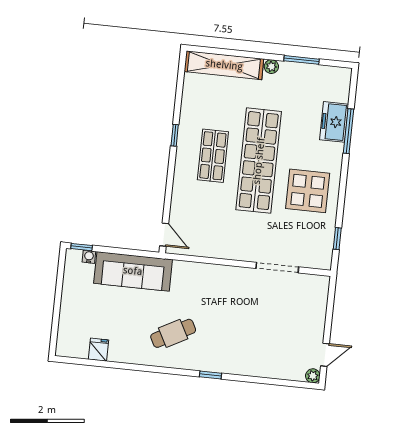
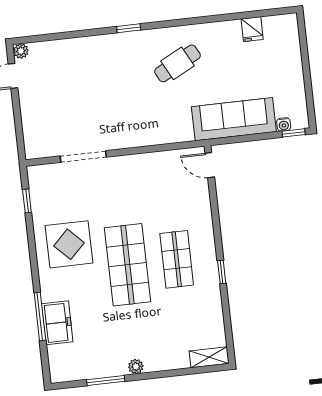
shelving: (224, 65) -> (209, 357), width x0.45, depth x0.75
shop shelf: (259, 161) -> (127, 265), width x0.71

